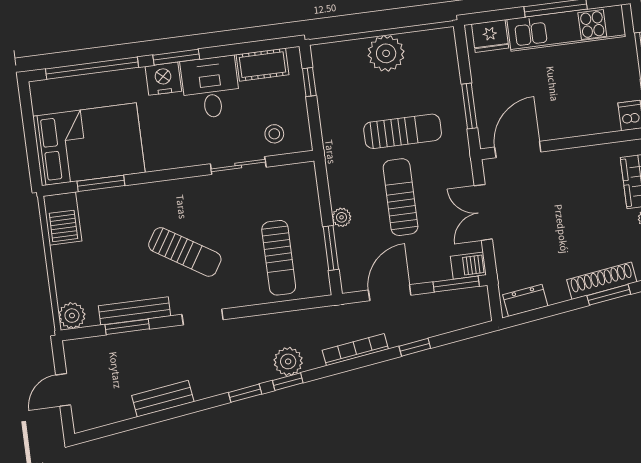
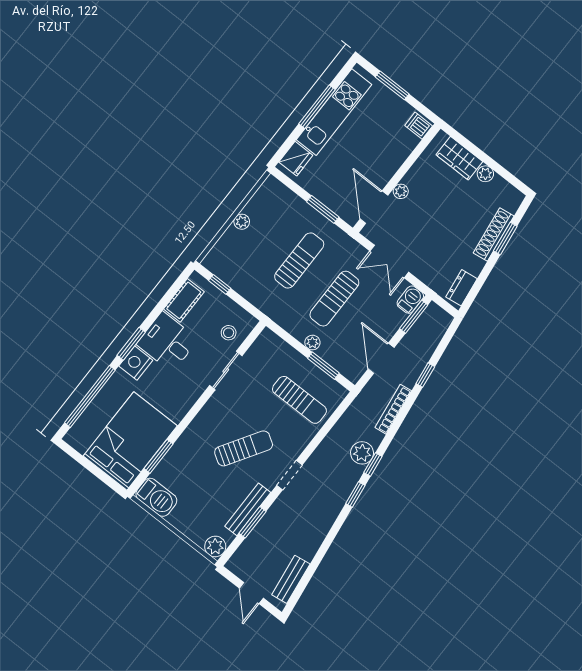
plant: (386, 53) -> (242, 222), width x0.53, depth x0.53
plant: (556, 159) -> (401, 191), added
sun lounger: (401, 197) -> (334, 299), turned -90
bench: (163, 399) -> (291, 579), moved

